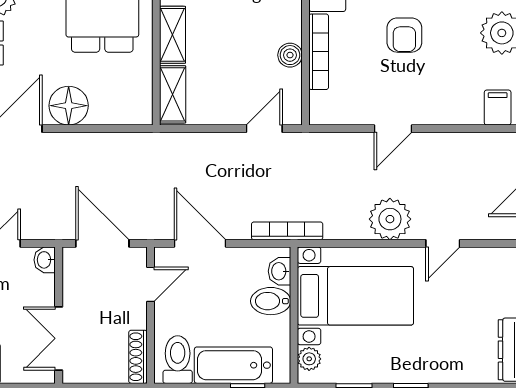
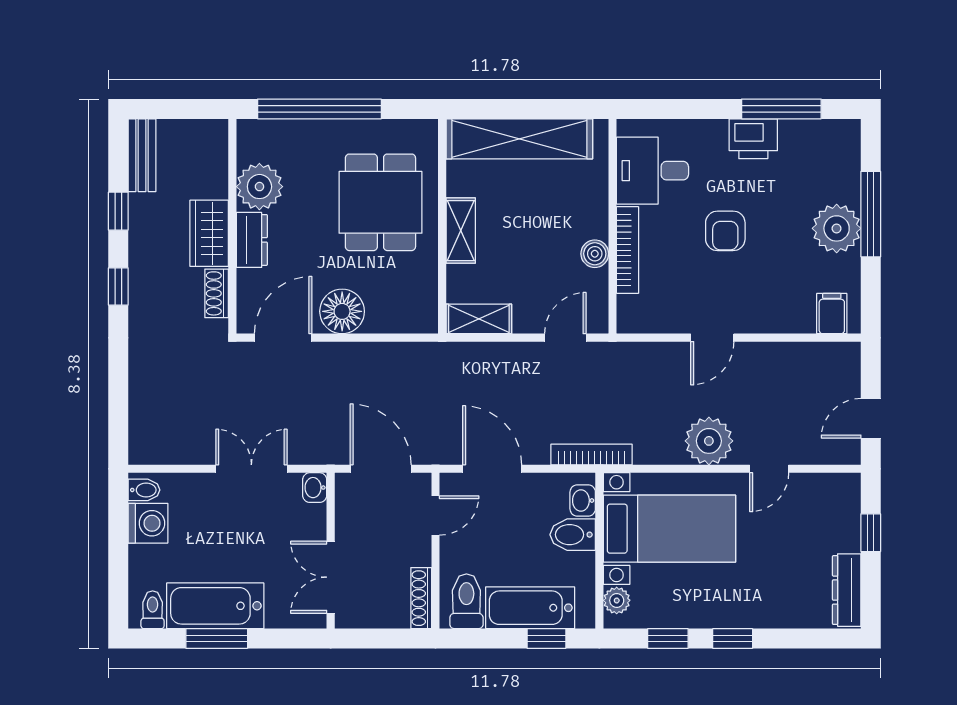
shelving: (173, 94) -> (479, 319), moved, turned 90

